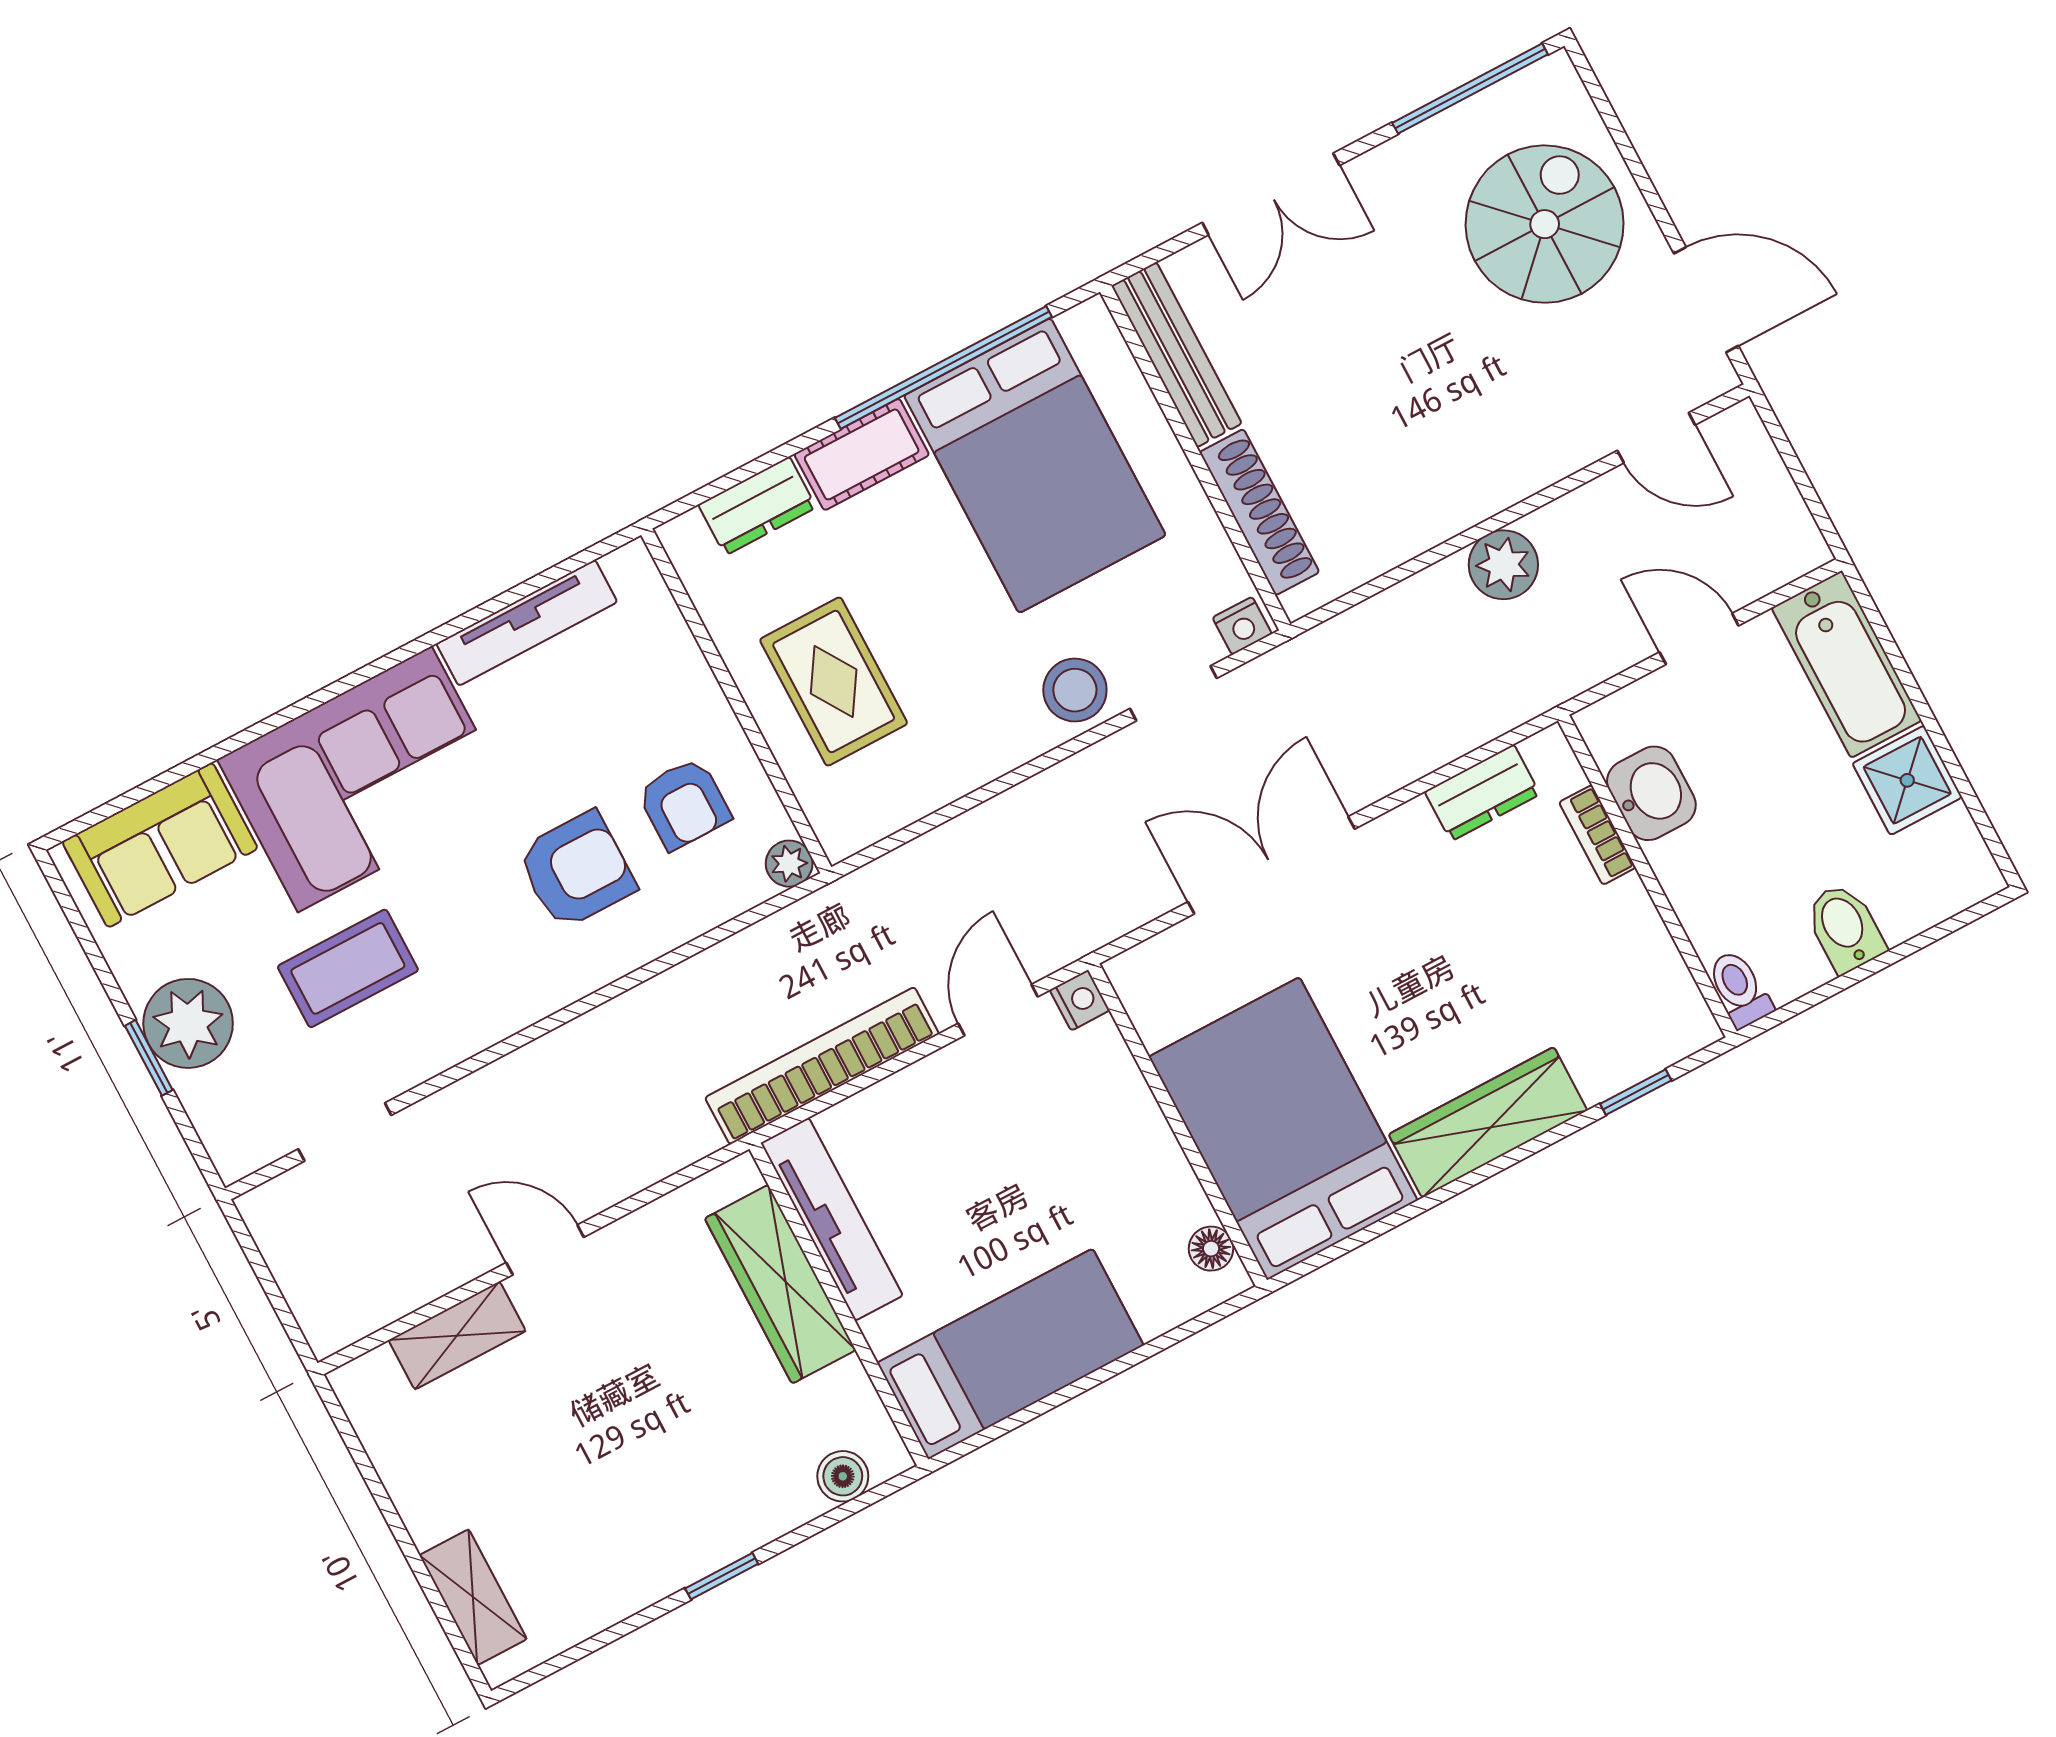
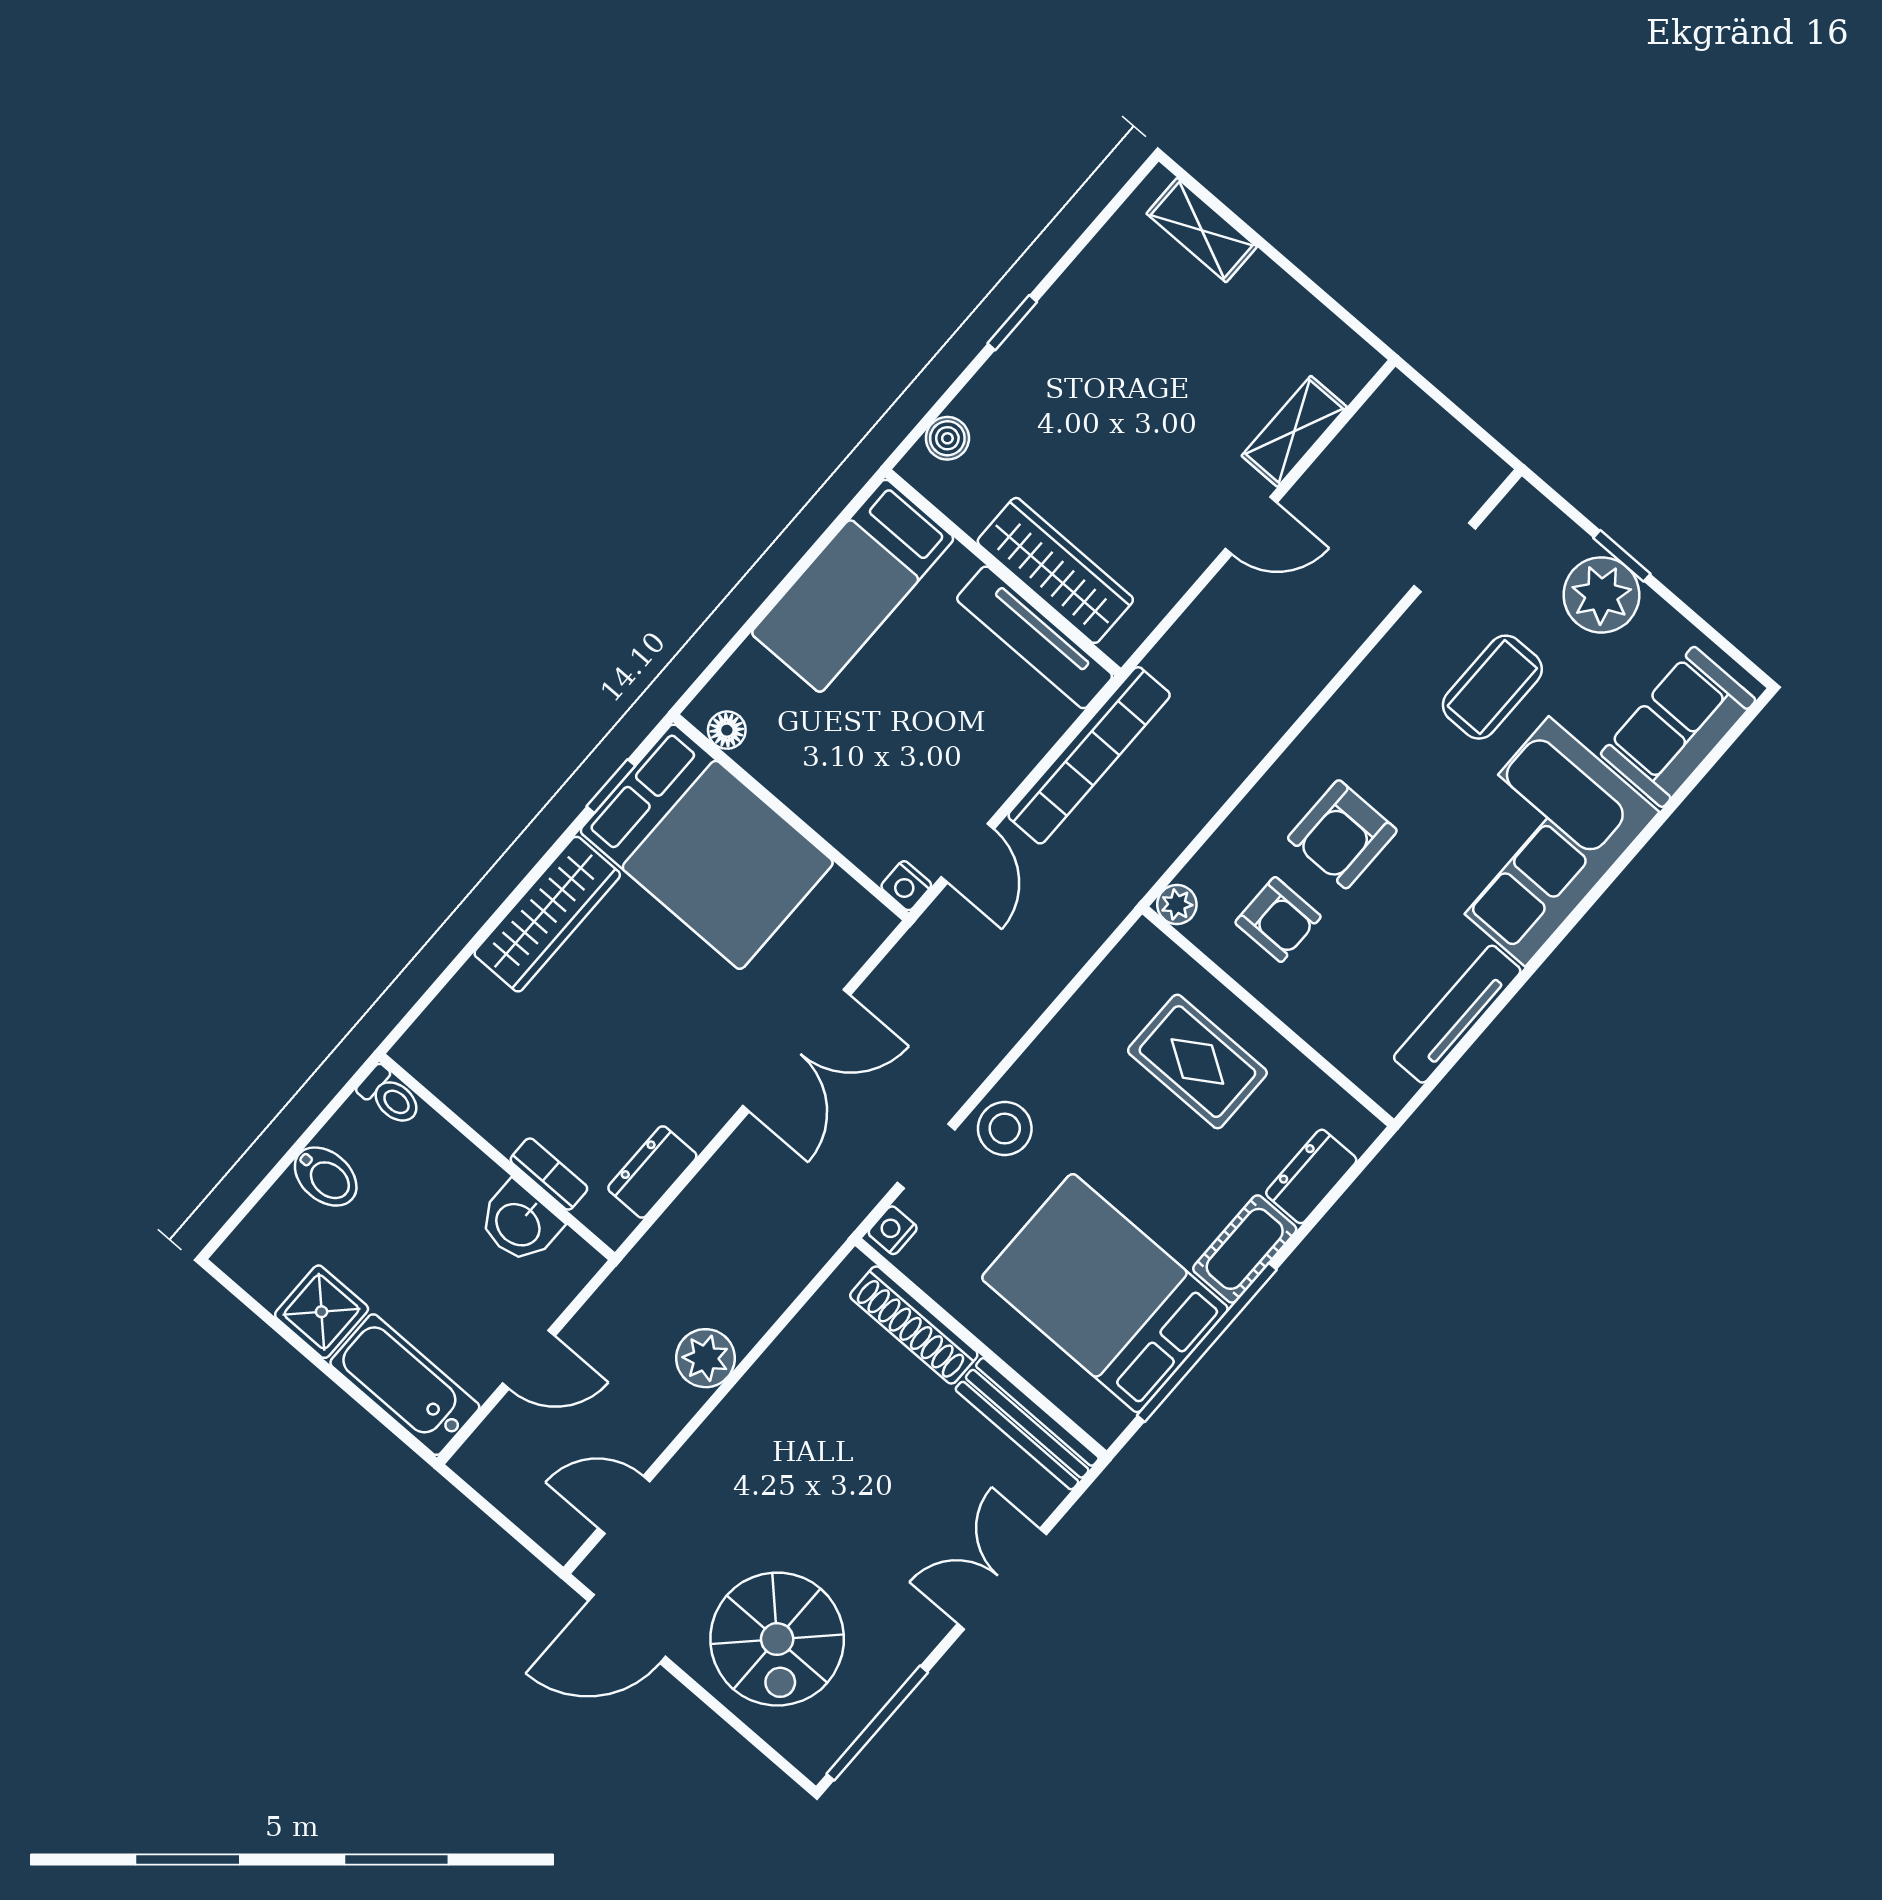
armchair: (684, 804) -> (1278, 920), turned 180
window: (1636, 1092) -> (611, 786), moved

